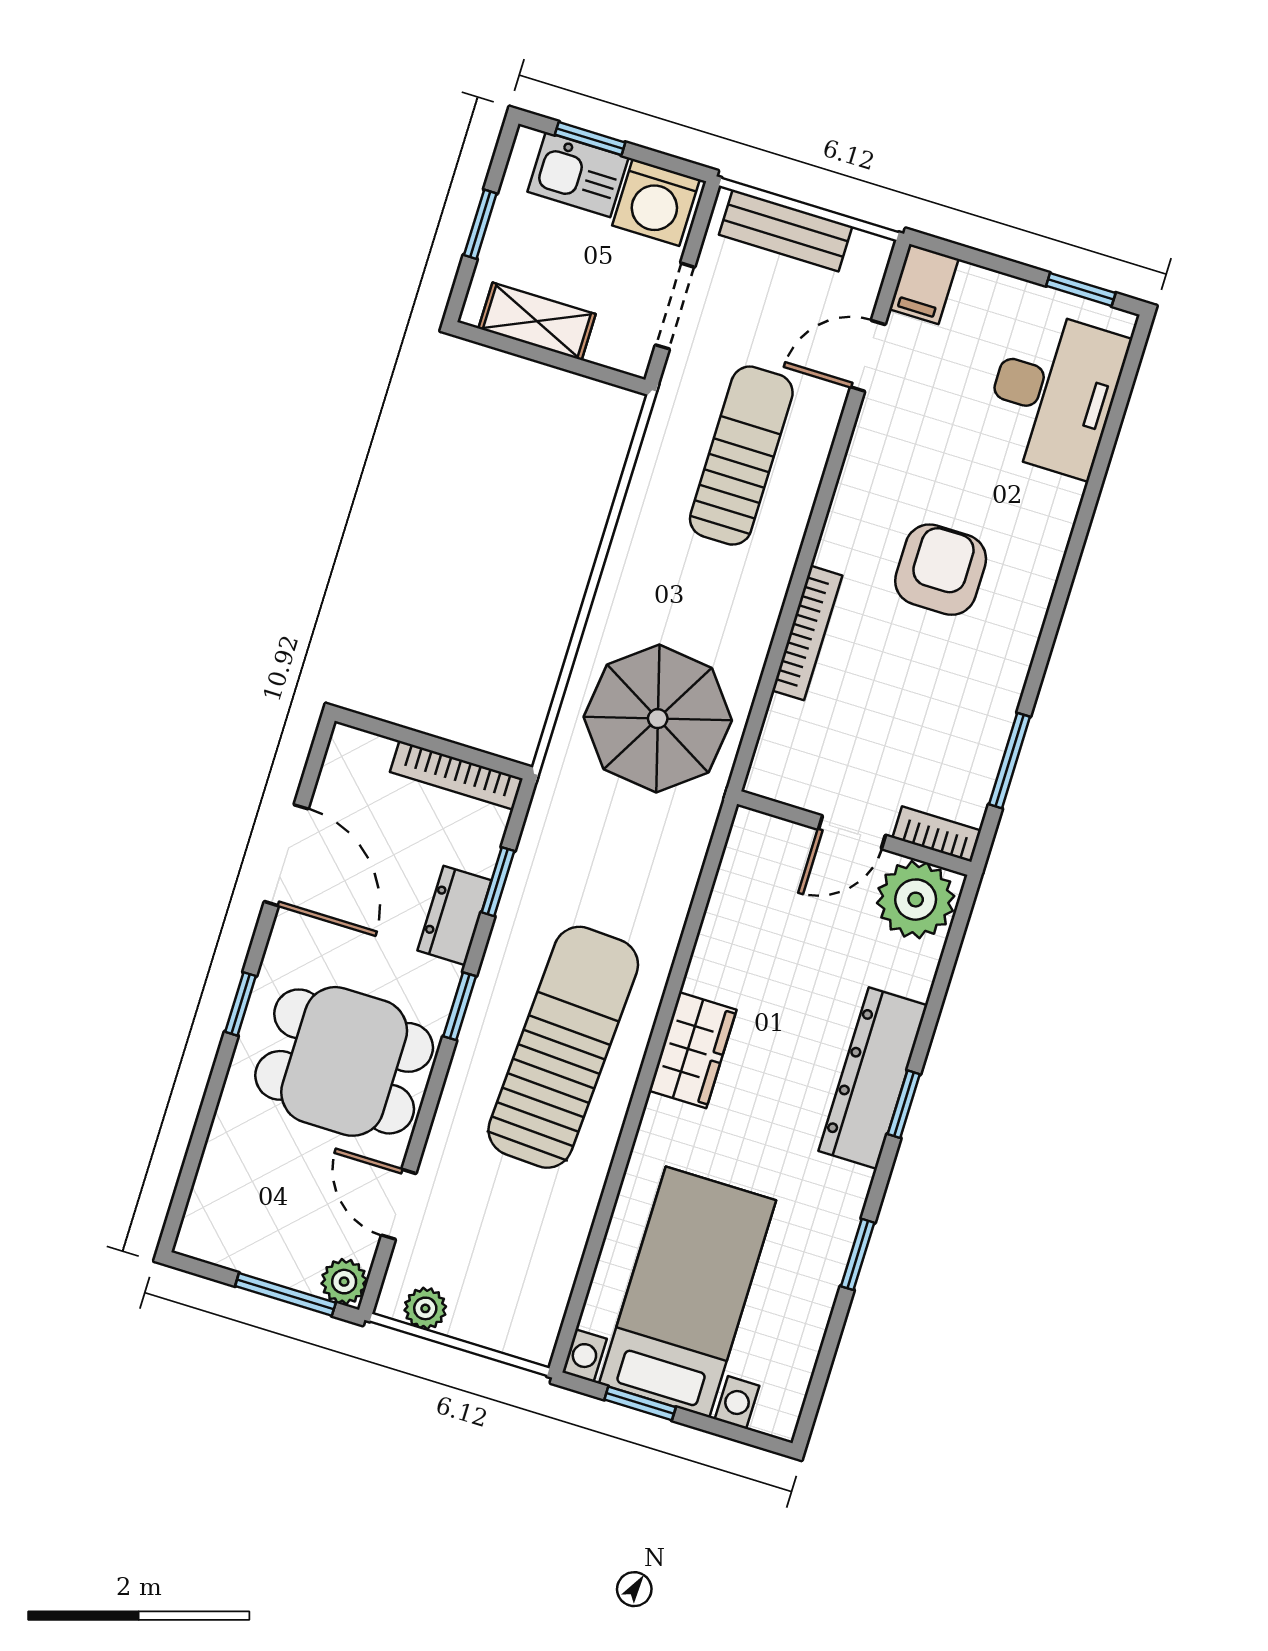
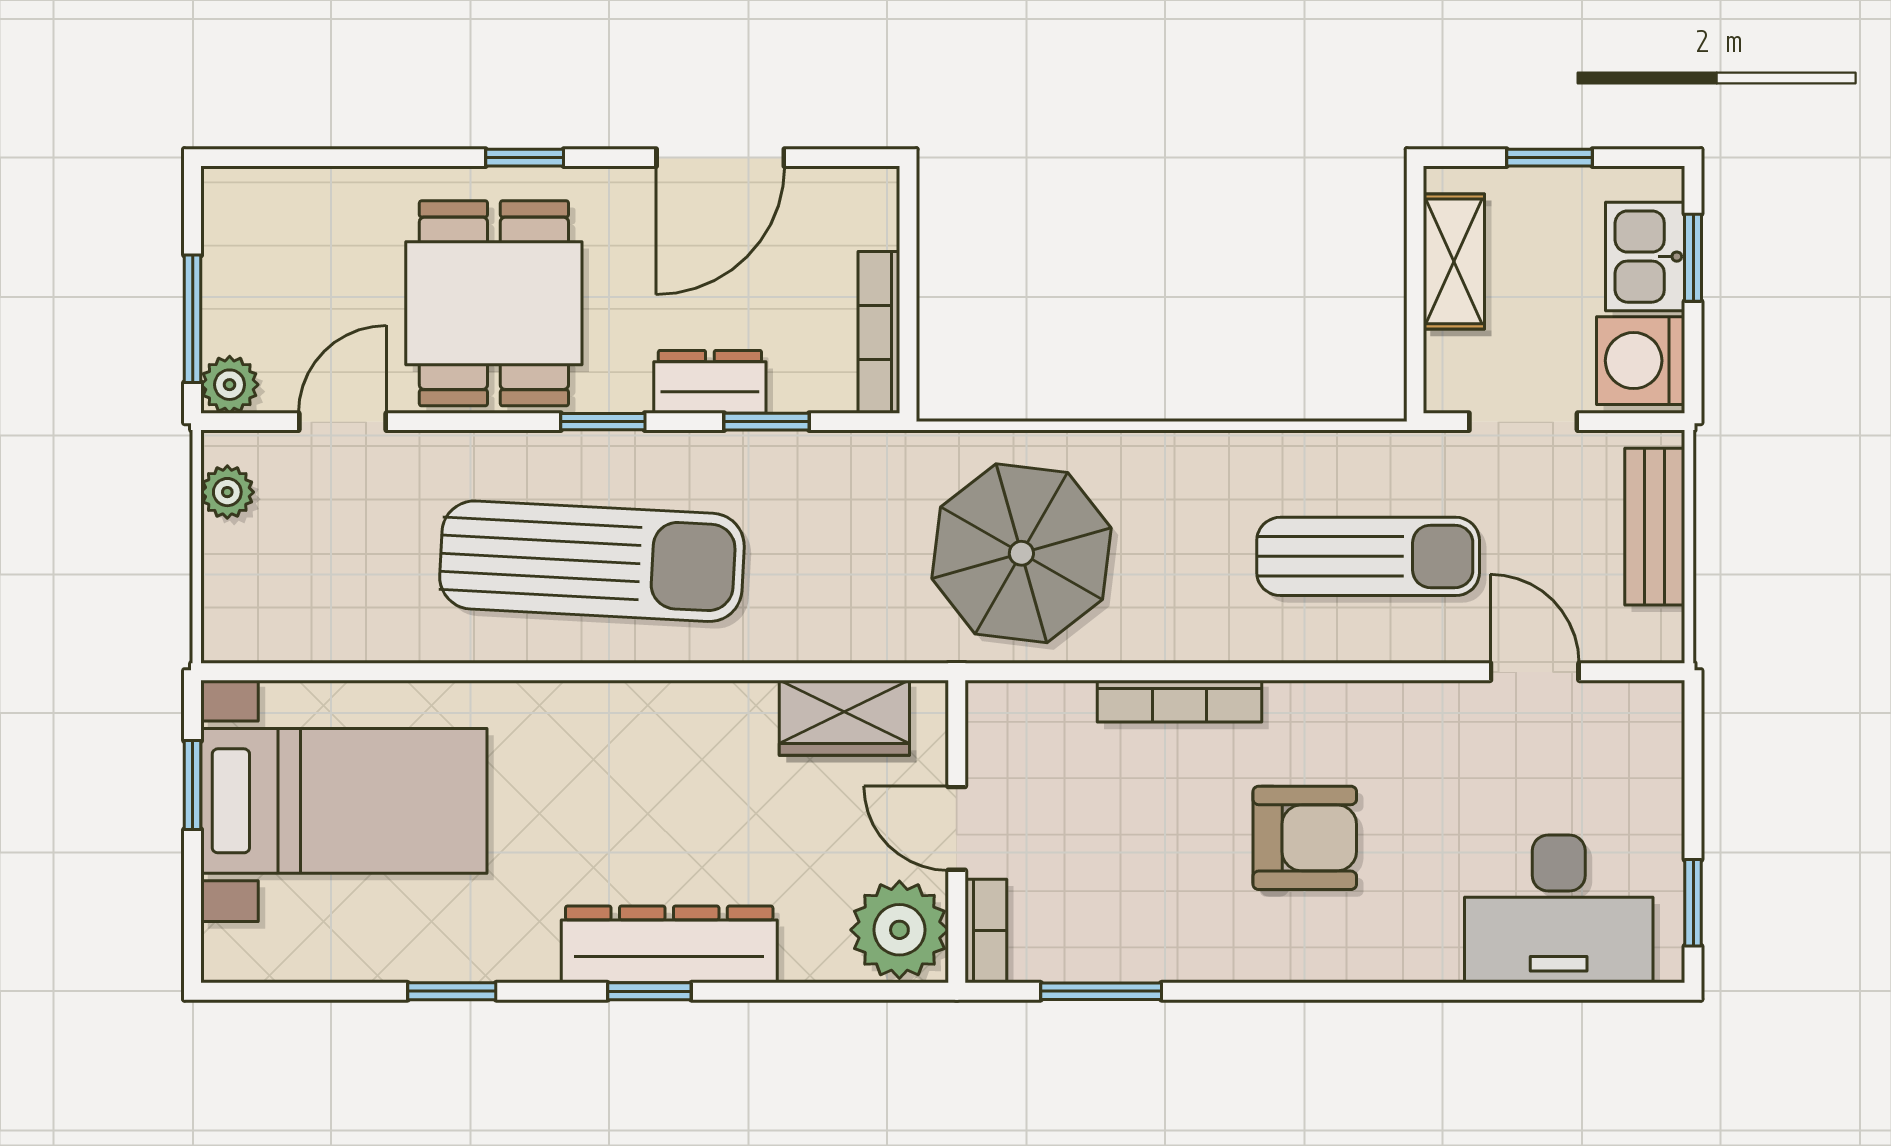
filing cabinet: (924, 284) -> (1642, 712), removed
wardrobe: (693, 1050) -> (844, 718), moved

